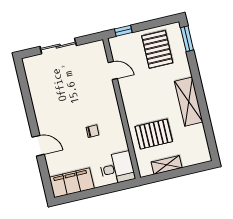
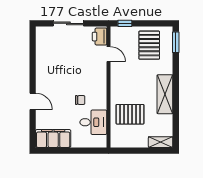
printer: (98, 53) -> (100, 37), added
shelving: (167, 165) -> (161, 142), moved
desk: (117, 168) -> (93, 122), moved

